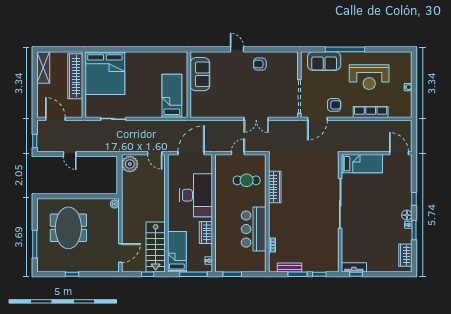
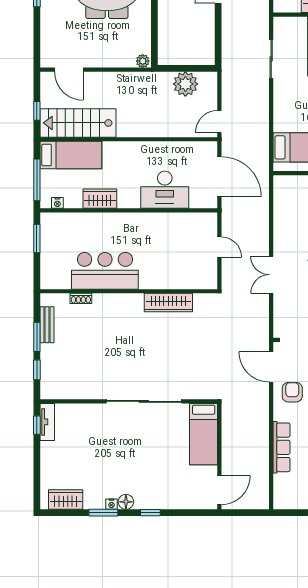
armchair: (334, 105) -> (292, 392), turned 180
plant: (130, 164) -> (185, 84), moved
cafe table: (247, 180) -> (178, 260), removed
desk: (196, 195) -> (165, 190), width x0.73, depth x0.77

